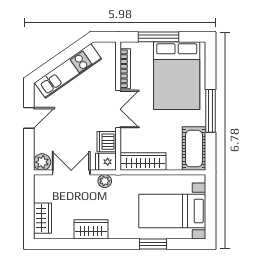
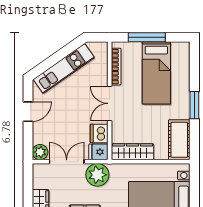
bed: (177, 76) -> (156, 73), width x0.67
double door: (118, 109) -> (110, 103), swing flipped
window: (211, 111) -> (194, 105), width x0.69
plant: (105, 181) -> (97, 175), width x1.88, depth x1.88

